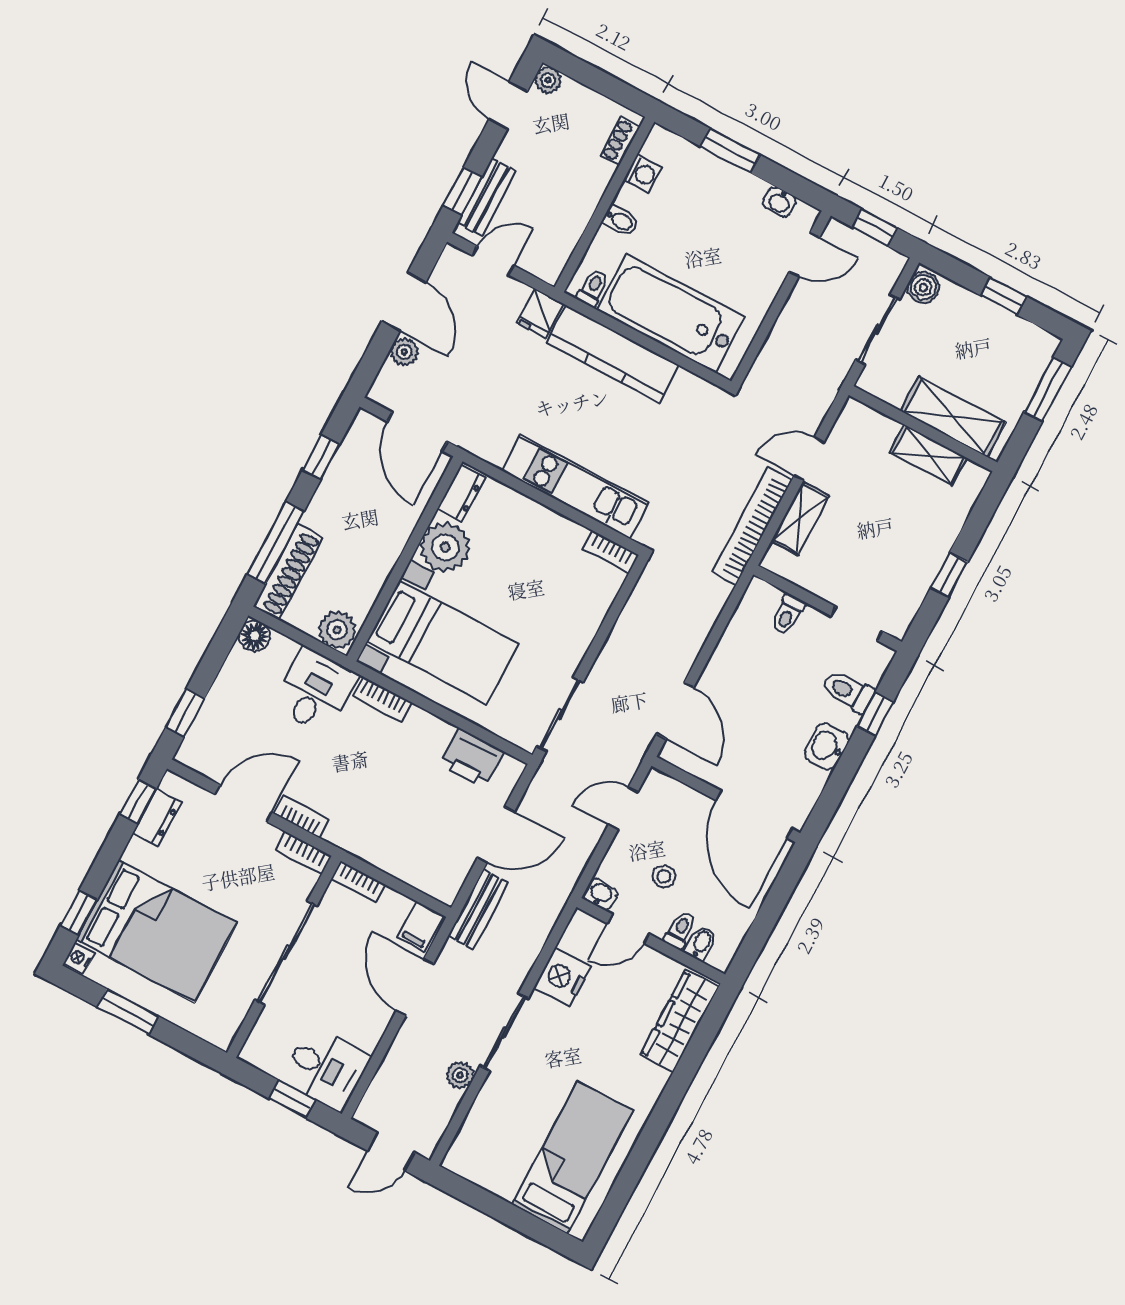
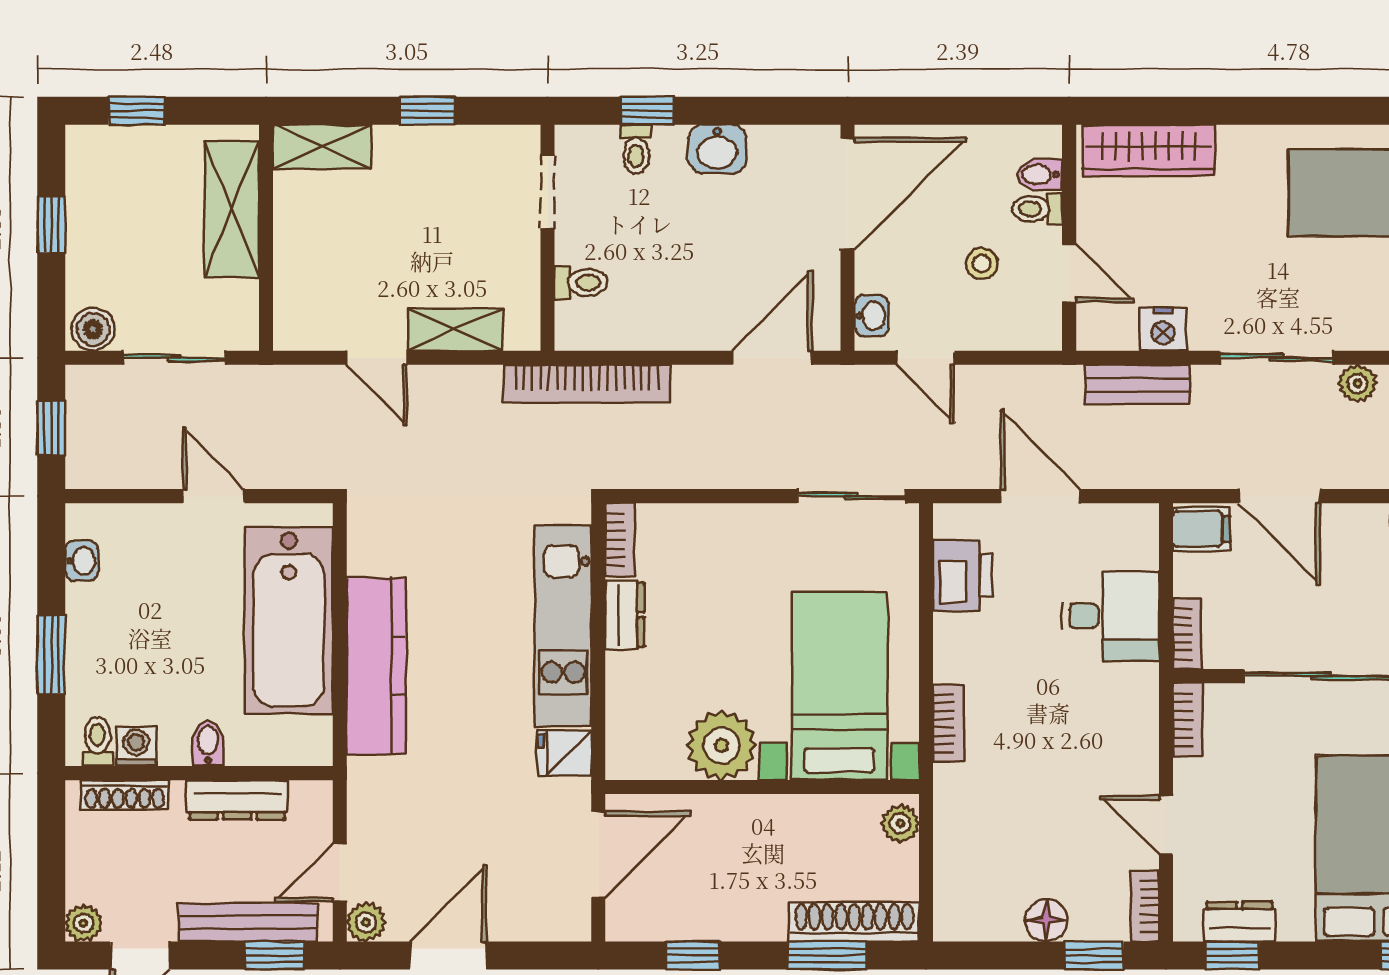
shoe rack: (620, 141) -> (125, 795), width x1.43
bench: (487, 197) -> (248, 922), width x1.36
dresser: (575, 220) -> (237, 800), added
door: (804, 254) -> (214, 496), moved
door: (493, 261) -> (340, 873), hinge flipped
toilet: (593, 288) -> (98, 742), moved, turned 90
fridge: (540, 313) -> (564, 753), moved, turned 180
plant: (404, 352) -> (366, 922), moved
window: (1048, 389) -> (137, 111), width x0.67
shelving: (928, 455) -> (322, 147), moved, turned 90
dresser: (461, 493) -> (625, 615), moved, turned 90
bookcase: (752, 526) -> (587, 383), moved
window: (275, 543) -> (827, 955), width x0.69
plant: (337, 630) -> (900, 824), width x0.73, depth x0.73
floor lamp: (255, 636) -> (1046, 920), moved
desk: (315, 691) -> (1111, 616), moved, turned 180
toilet: (848, 691) -> (636, 149), width x0.73, depth x0.72
door: (244, 803) -> (1166, 825), width x0.73
bookcase: (301, 817) -> (1145, 906), moved
washbasin: (600, 894) -> (871, 316), moved, turned 180
bench: (478, 909) -> (1138, 385), moved
nightstand: (562, 977) -> (1163, 329), width x0.74, depth x0.75
door: (415, 987) -> (1279, 496), hinge flipped

